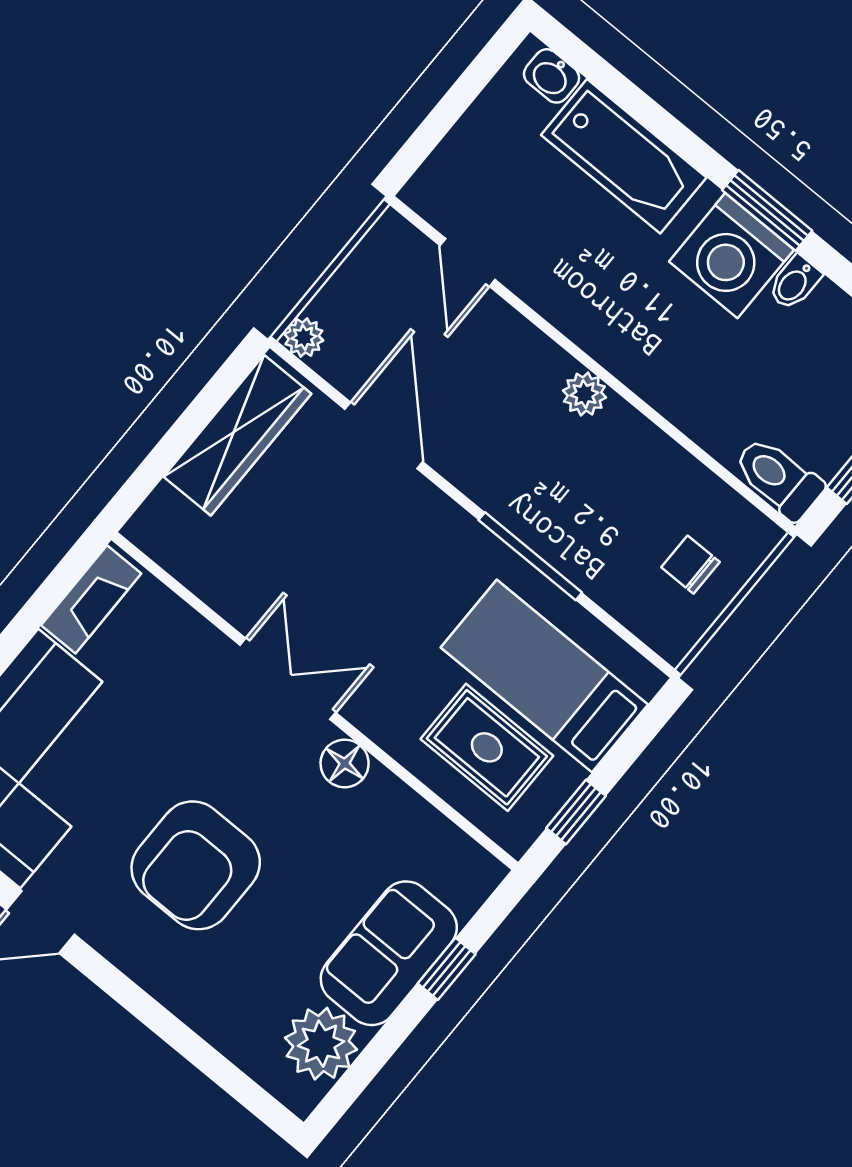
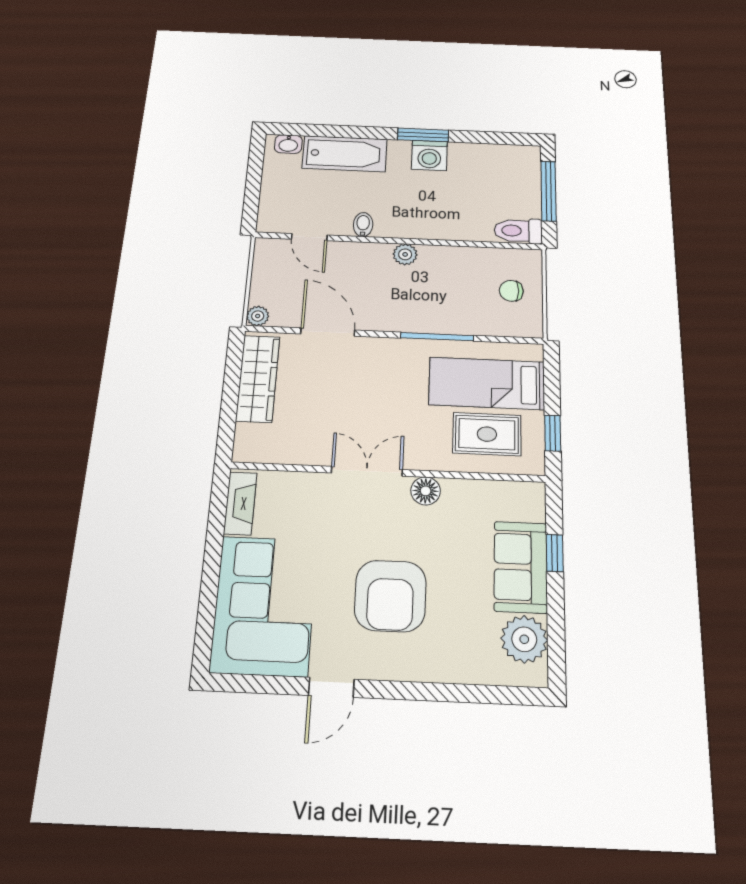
washing machine: (731, 256) -> (429, 155), width x0.73, depth x0.73
bidet: (795, 283) -> (363, 225), moved, turned 180

